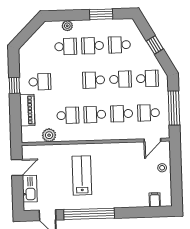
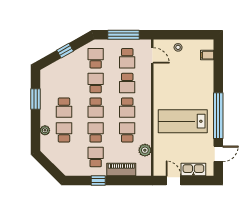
school desk: (119, 45) -> (96, 132), moved, turned 180
lab bench: (82, 175) -> (183, 121), width x1.36, depth x1.39

